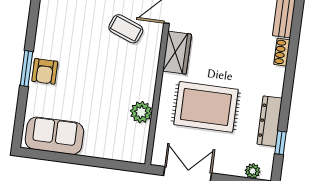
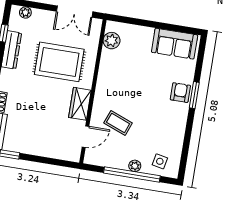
plant: (141, 112) -> (112, 41), moved

